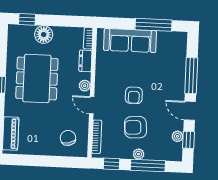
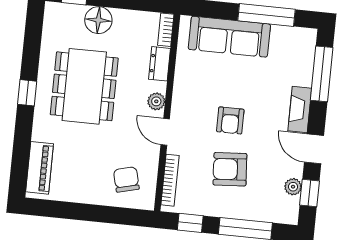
window: (191, 76) -> (322, 74), moved
fireplace: (179, 85) -> (300, 109), added
plant: (139, 154) -> (232, 210), removed

